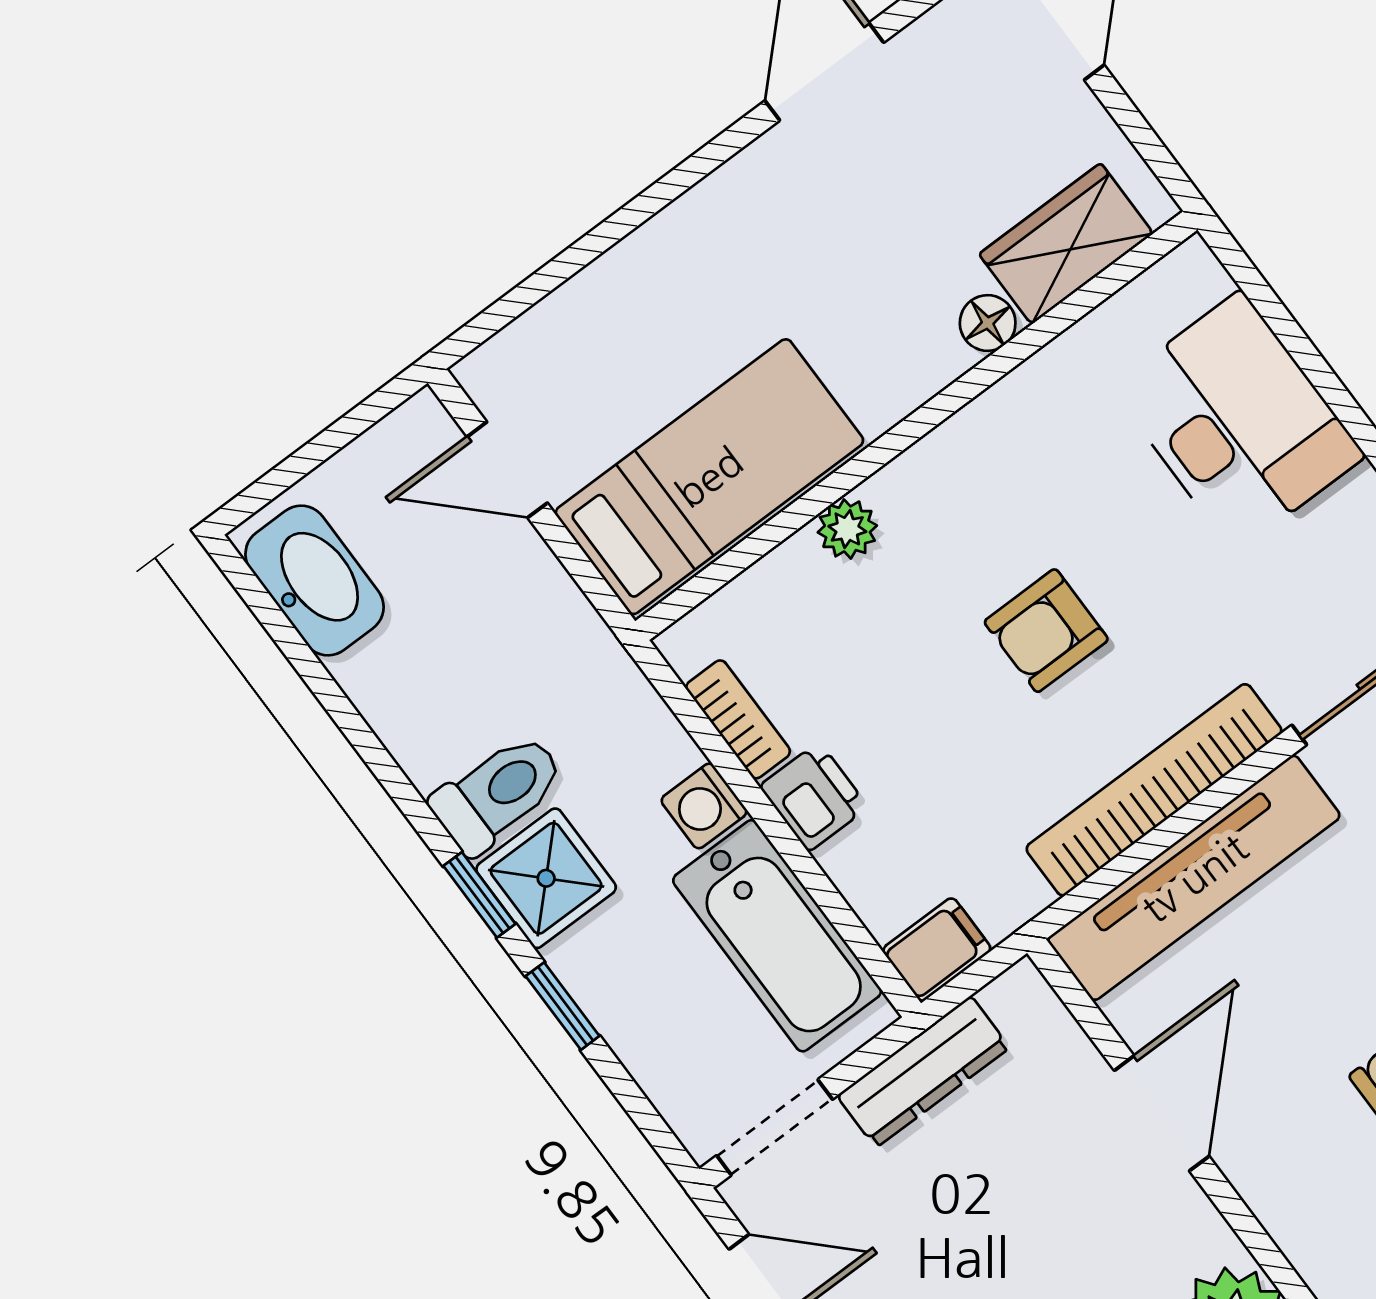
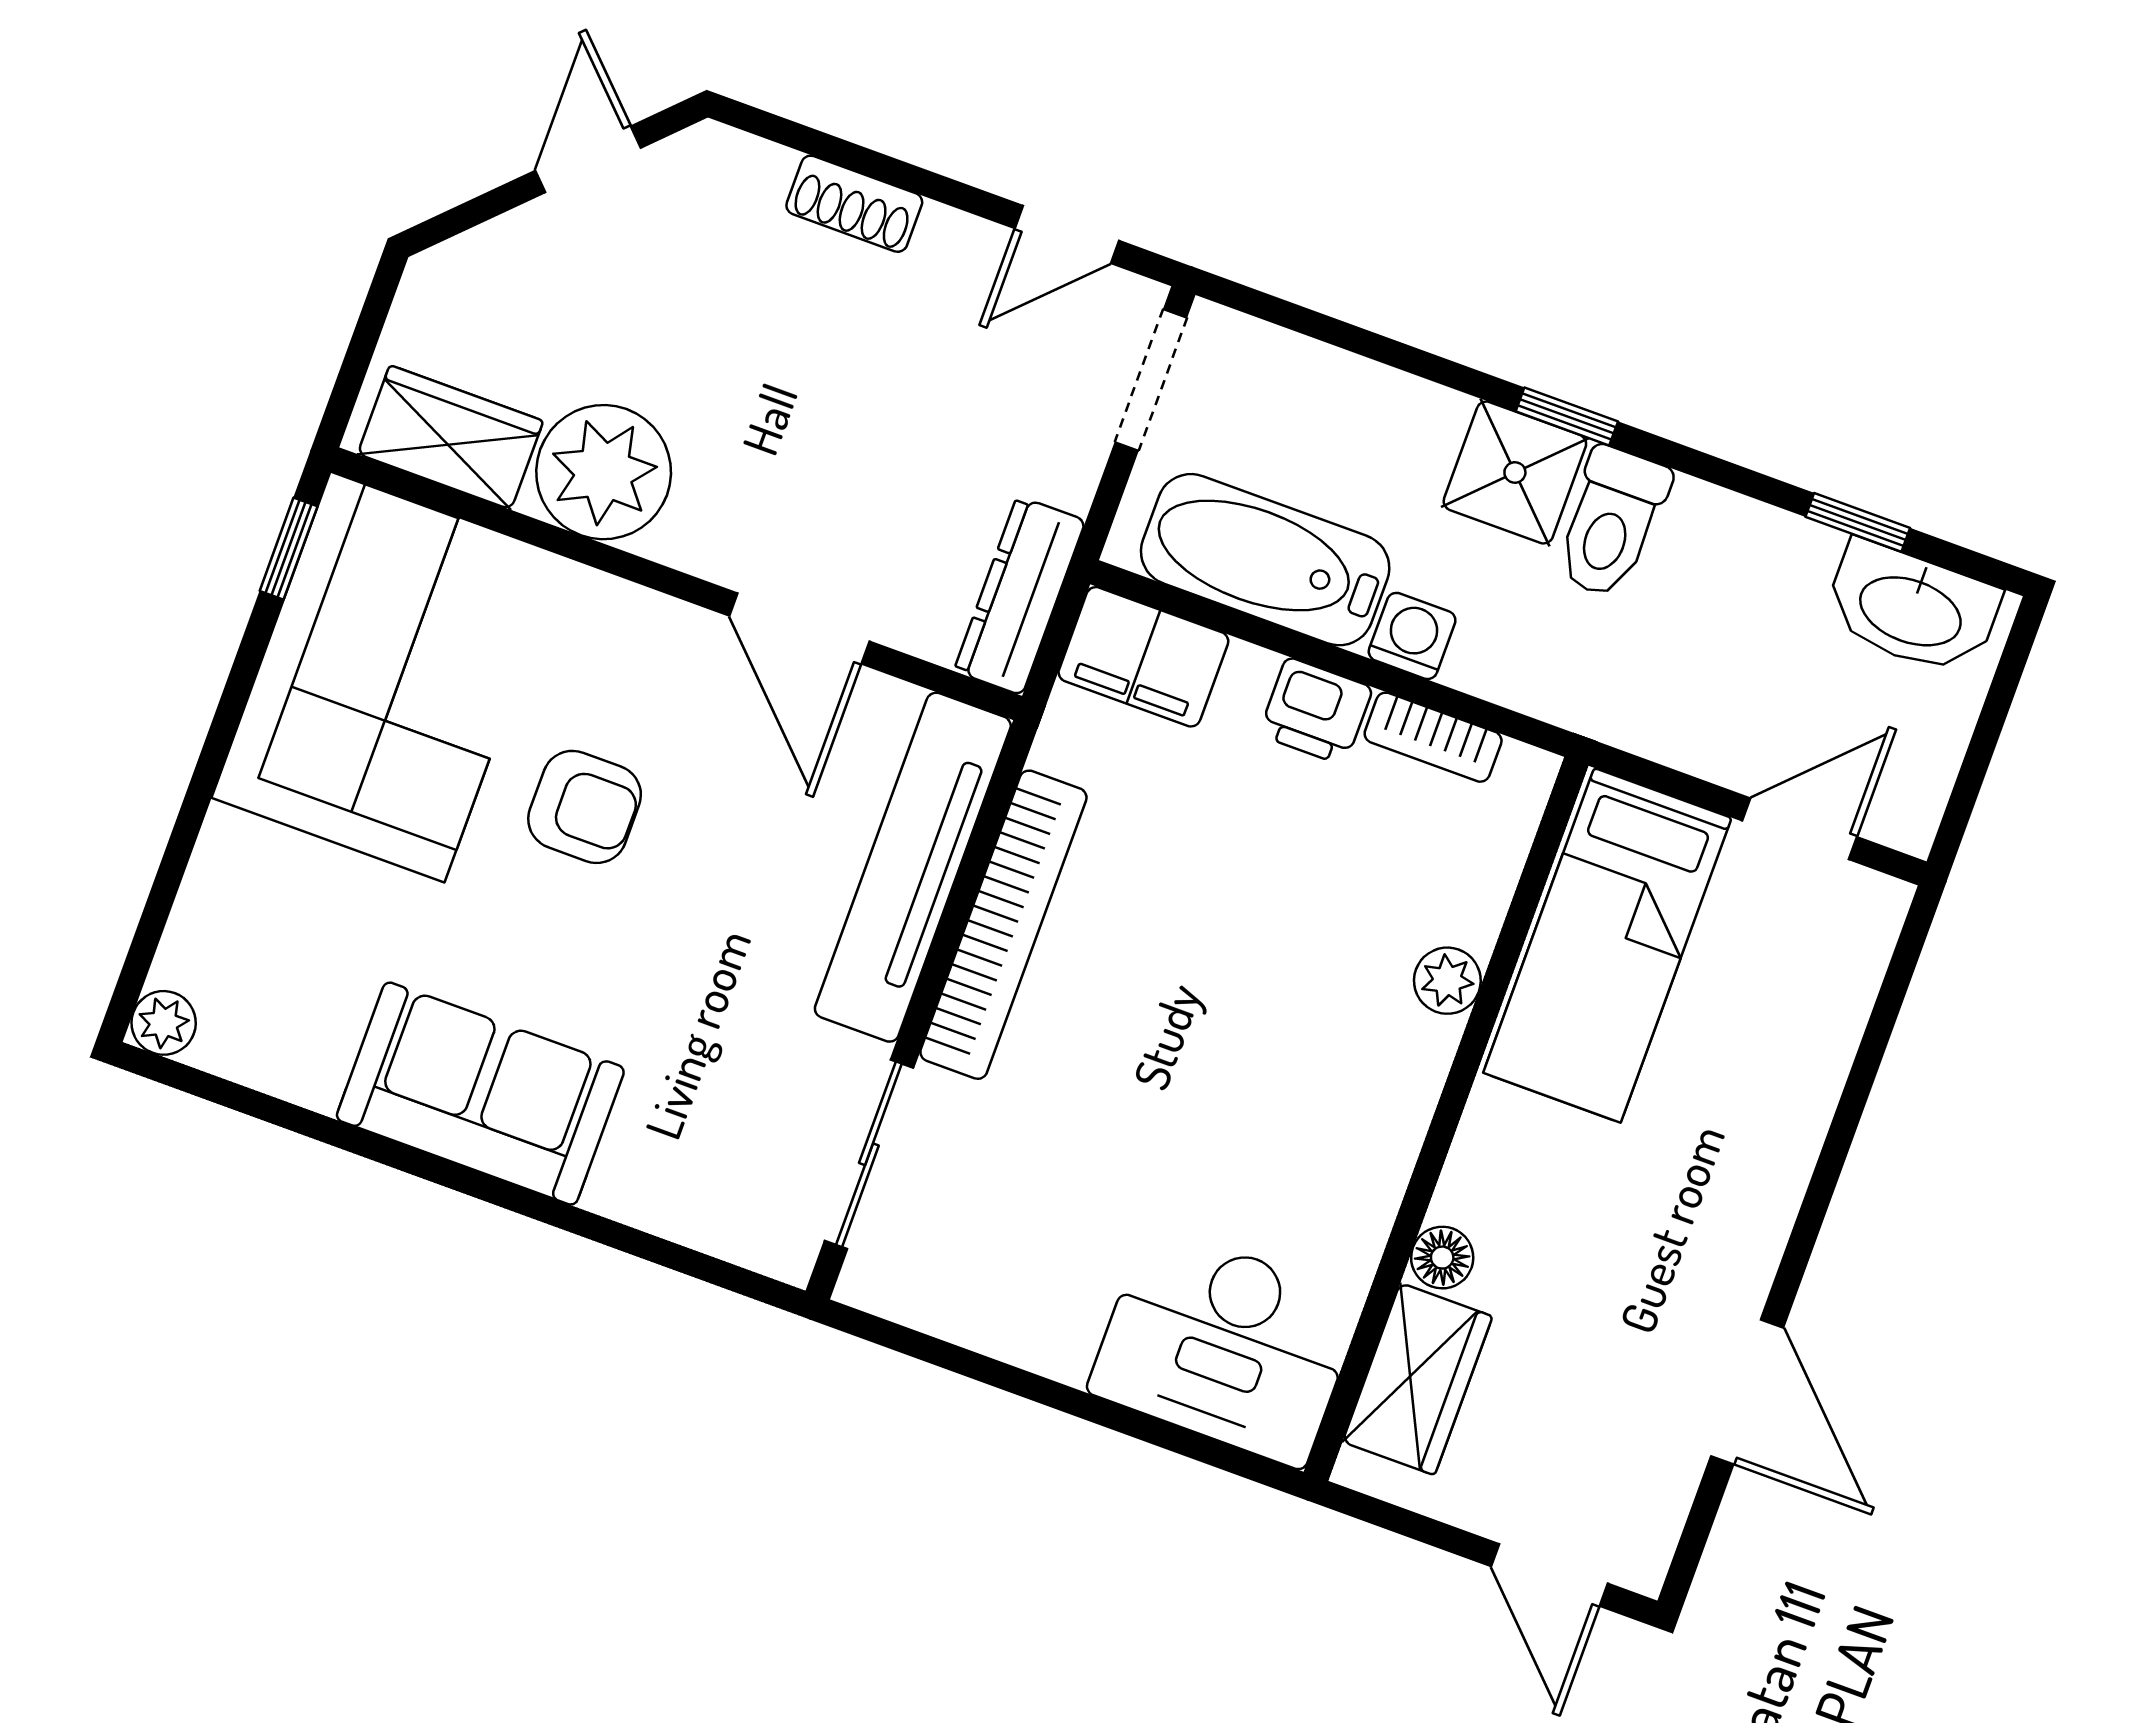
desk: (1238, 422) -> (1226, 1346), moved
armchair: (1046, 631) -> (1201, 1007), removed
filing cabinet: (937, 950) -> (1143, 657), width x2.00
window: (563, 1006) -> (1858, 522), moved
dresser: (923, 1072) -> (1020, 596), moved

